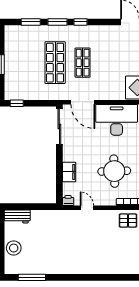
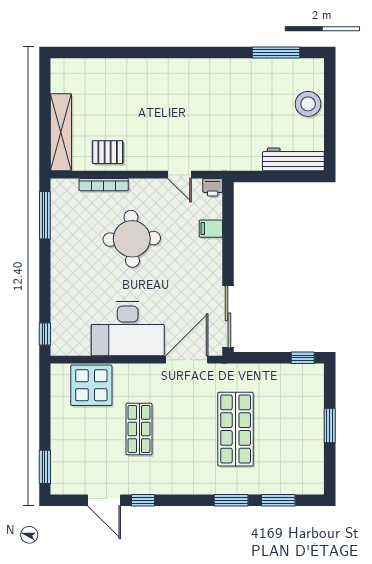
window: (81, 22) -> (143, 500), moved
shop shelf: (83, 63) -> (139, 429), moved
door: (83, 102) -> (187, 360), hinge flipped
filing cabinet: (69, 172) -> (211, 229), width x0.50
workbench: (17, 216) -> (293, 159), width x1.38

